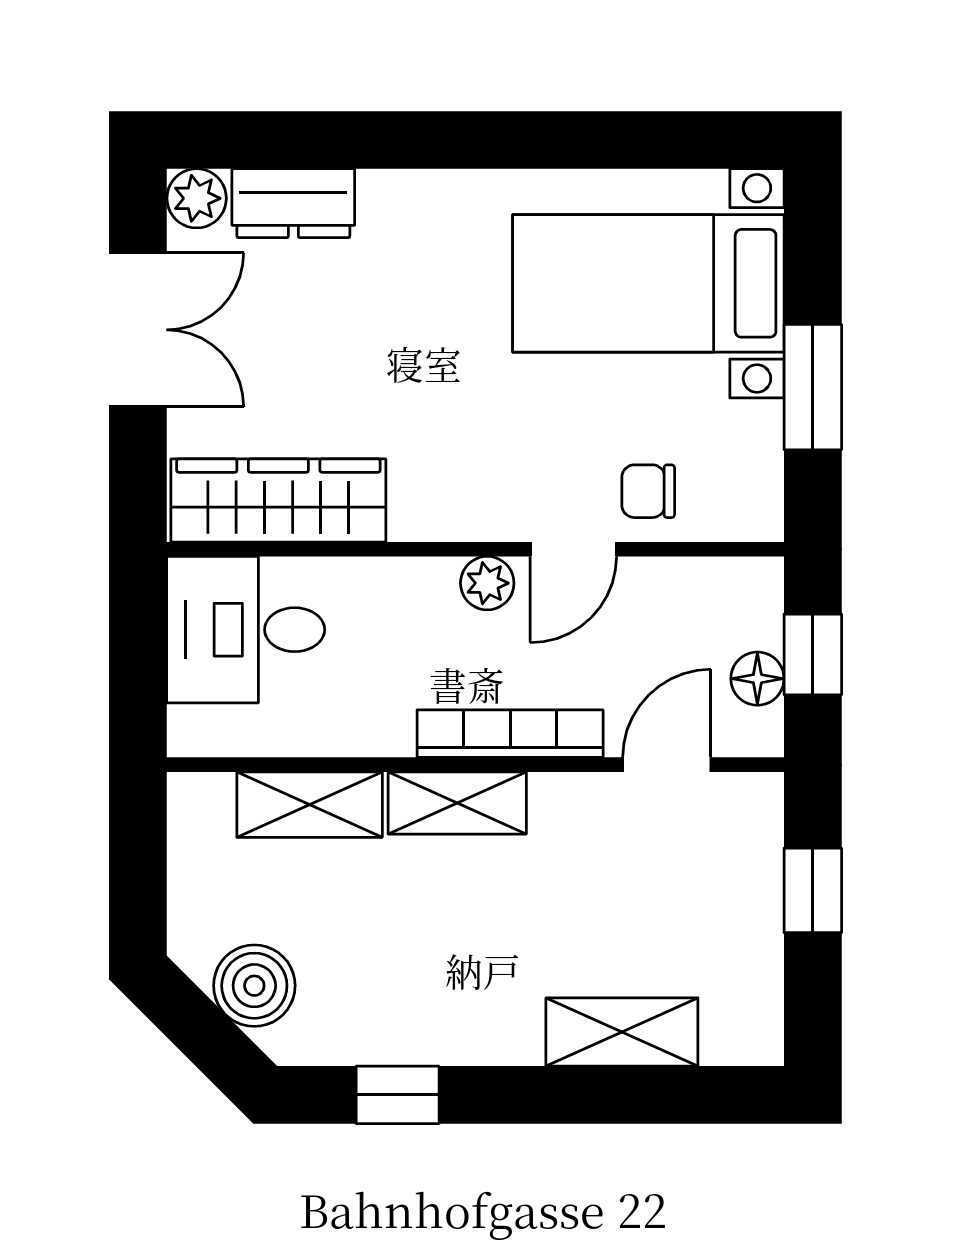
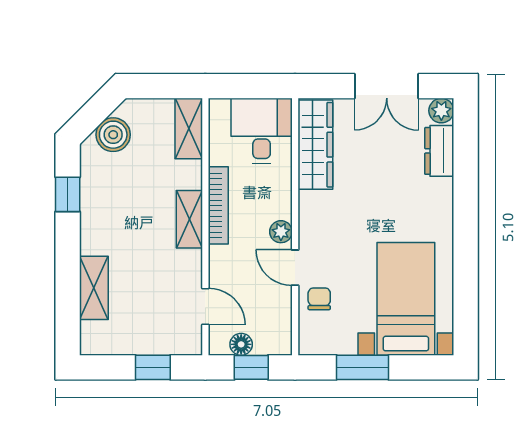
bookcase: (510, 734) -> (218, 205), moved
shelving: (310, 805) -> (189, 128), moved

